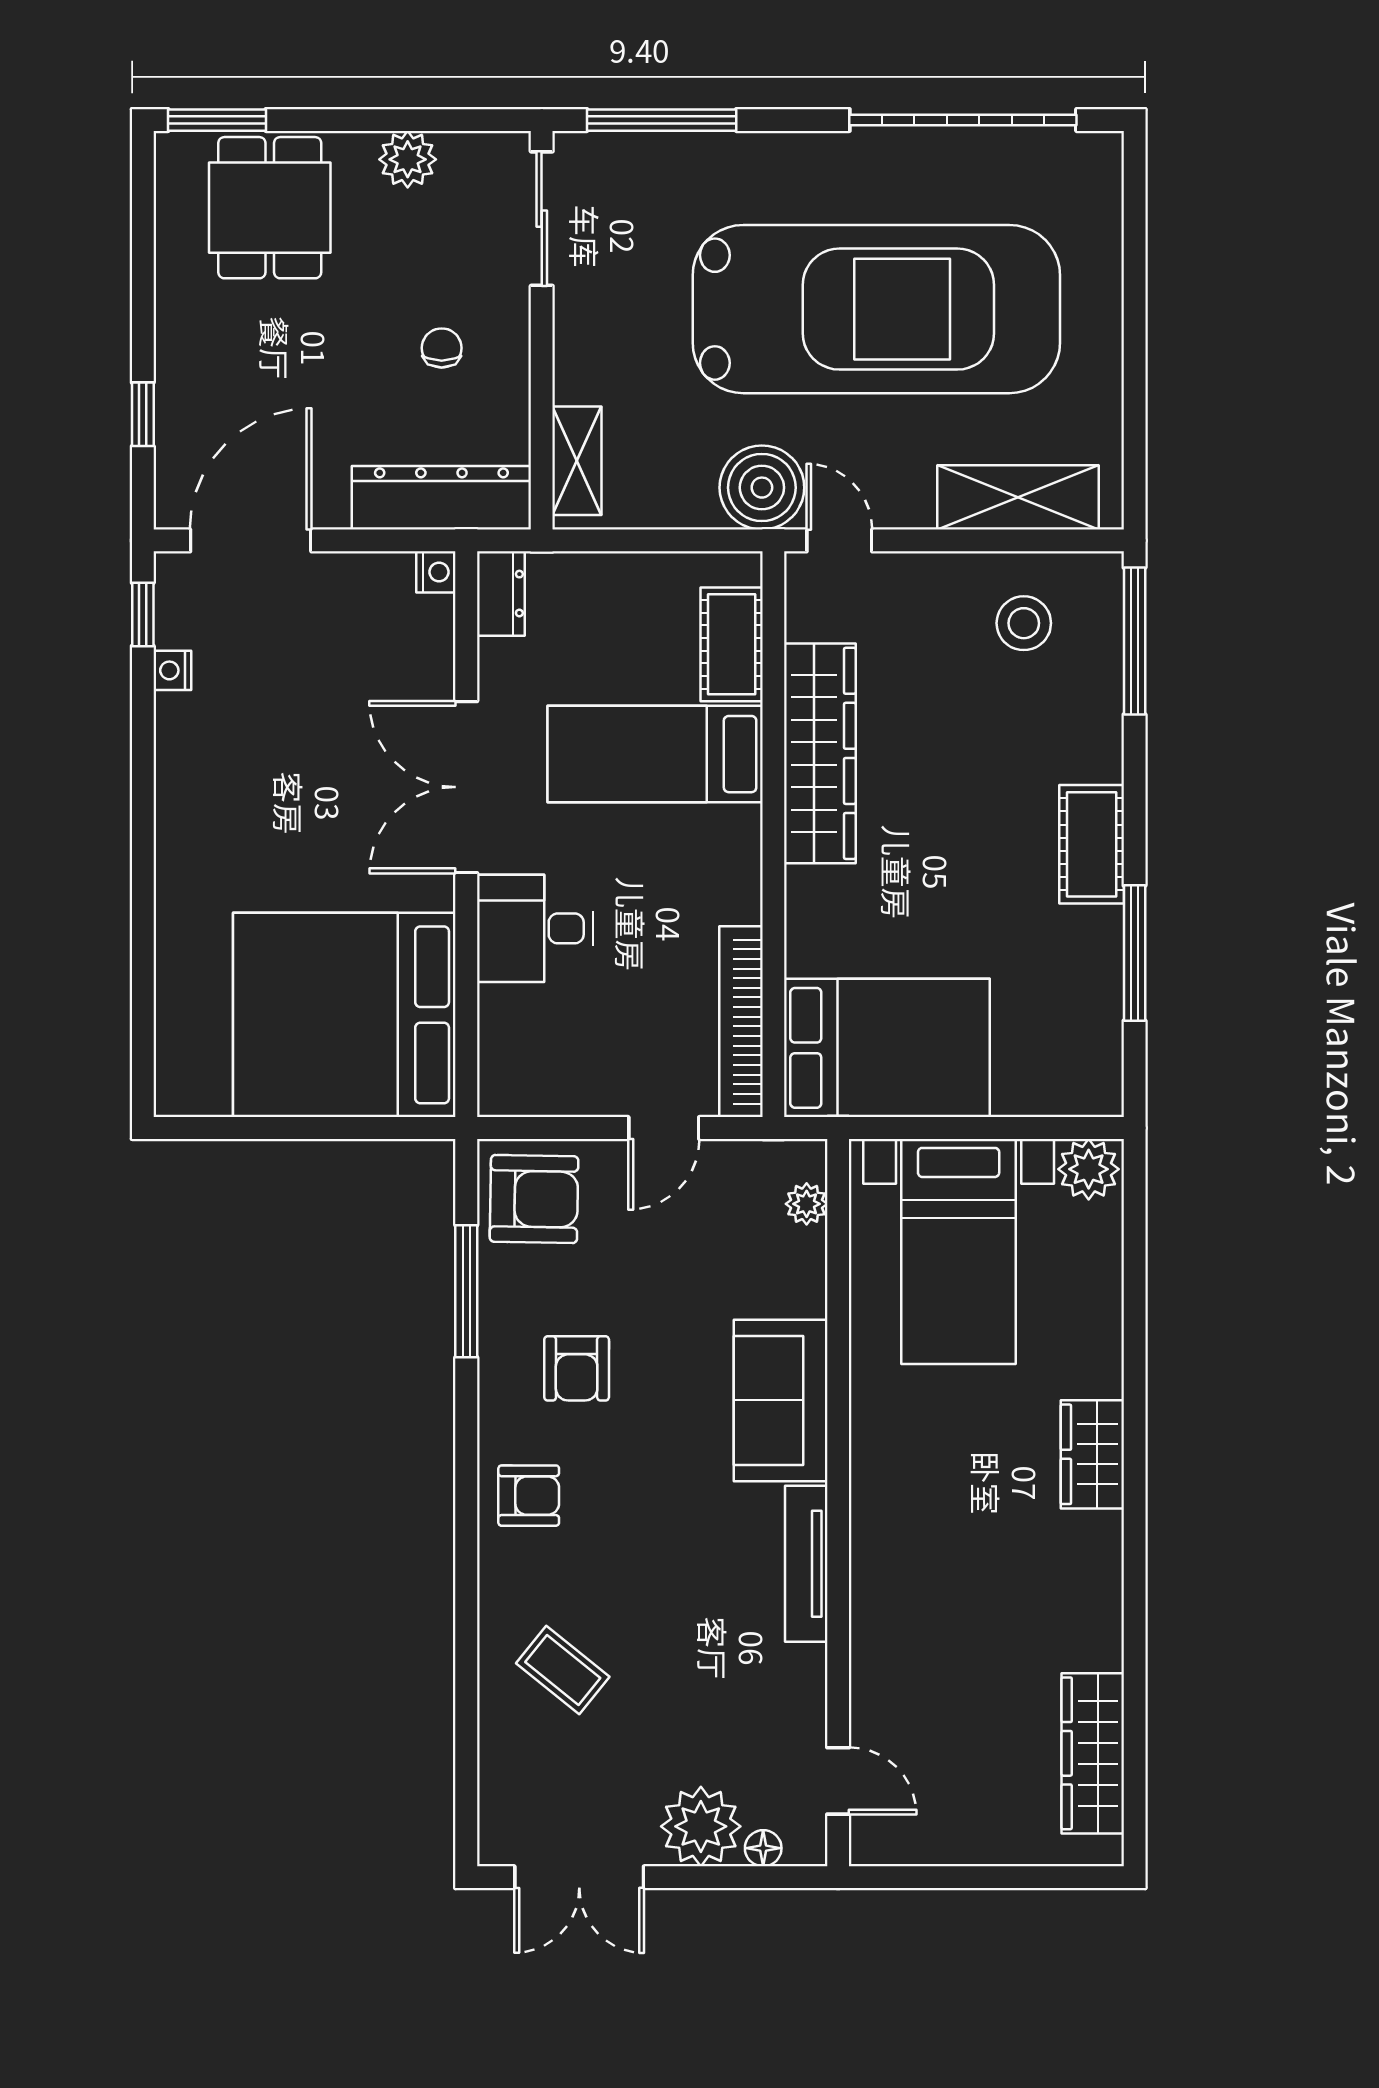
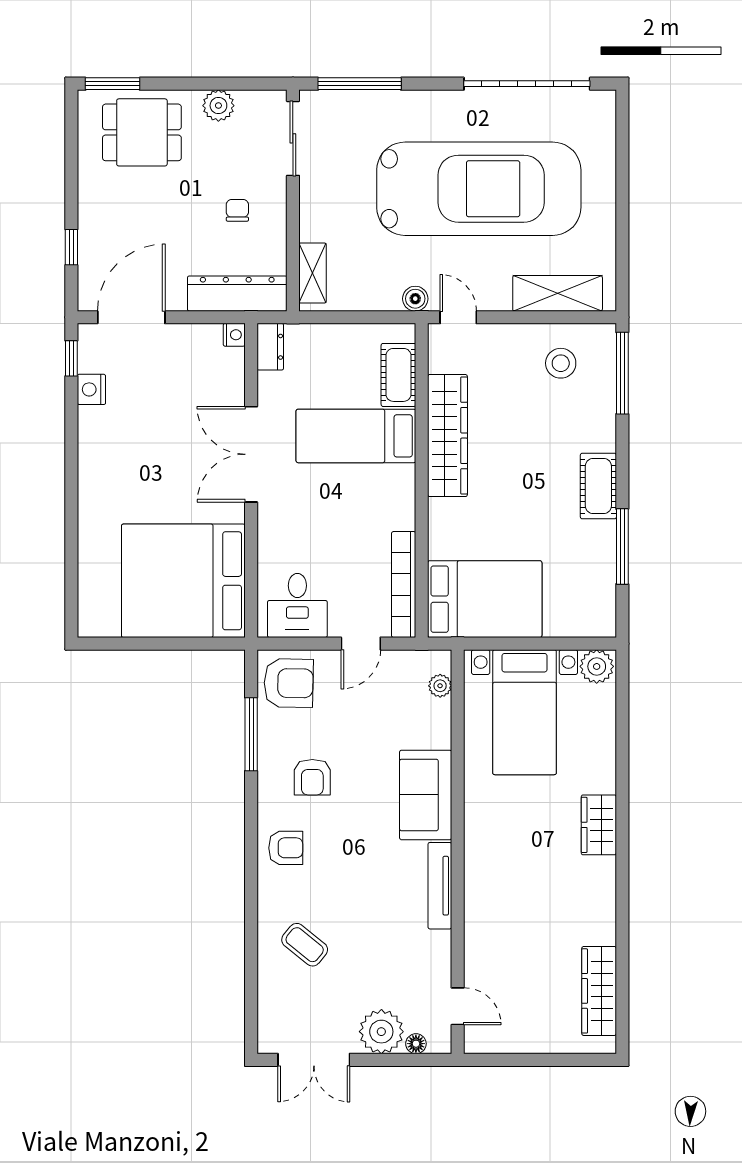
dining table: (270, 208) -> (142, 132), turned 90
boiler: (762, 488) -> (415, 299), width x0.54, depth x0.54
nightstand: (172, 670) -> (91, 389), width x1.39, depth x1.35
desk: (535, 928) -> (297, 605), moved, turned -90

